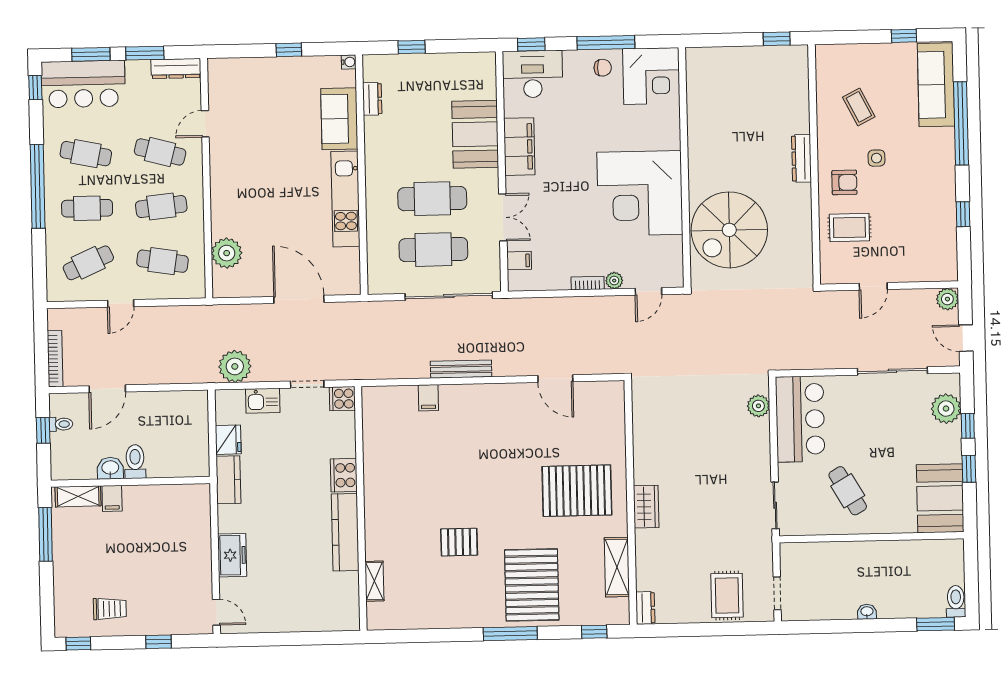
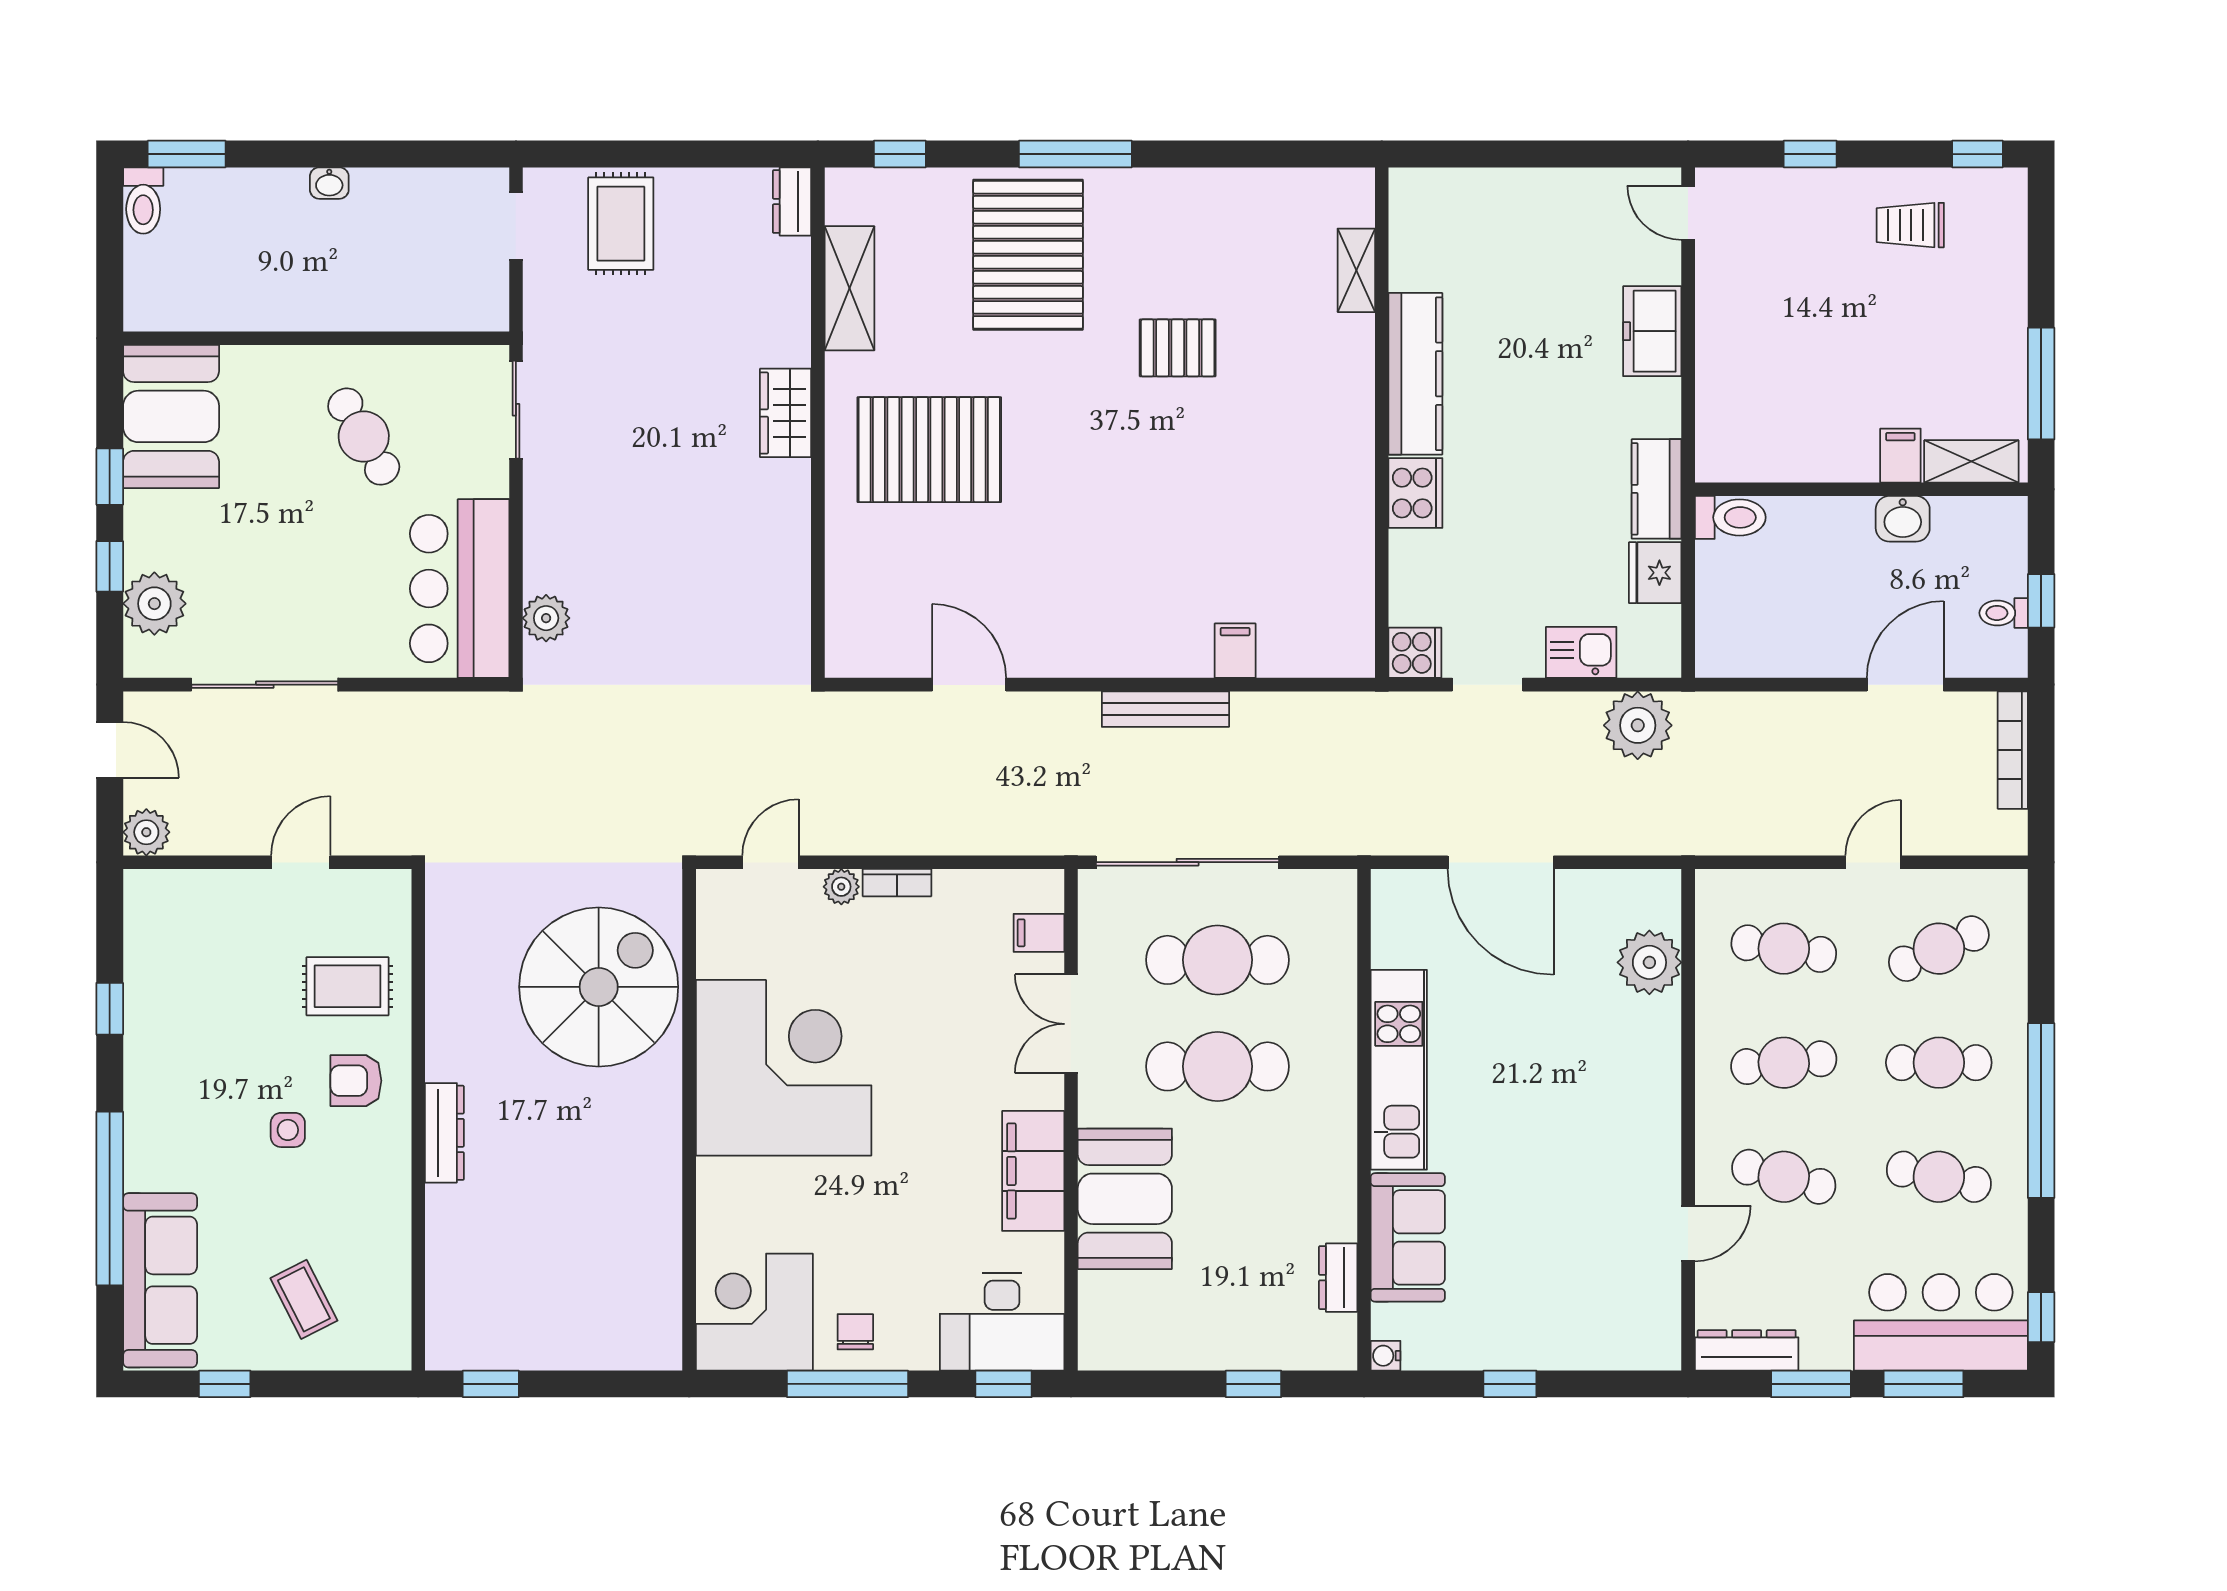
chair: (603, 68) -> (855, 1332), turned 90
coffee table: (859, 107) -> (304, 1299), moved
toilet: (135, 462) -> (1730, 517), moved, turned -90

